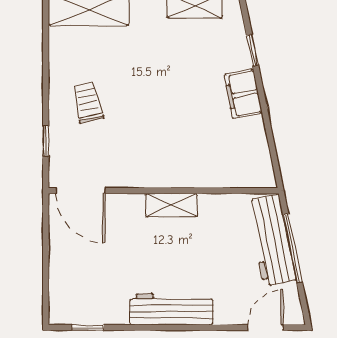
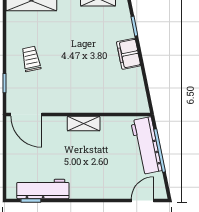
workbench: (171, 309) -> (43, 189), moved

